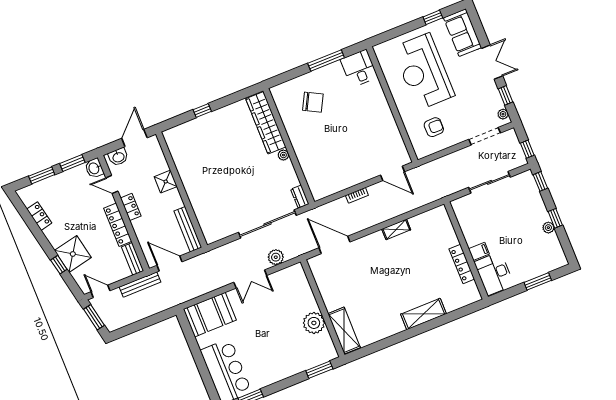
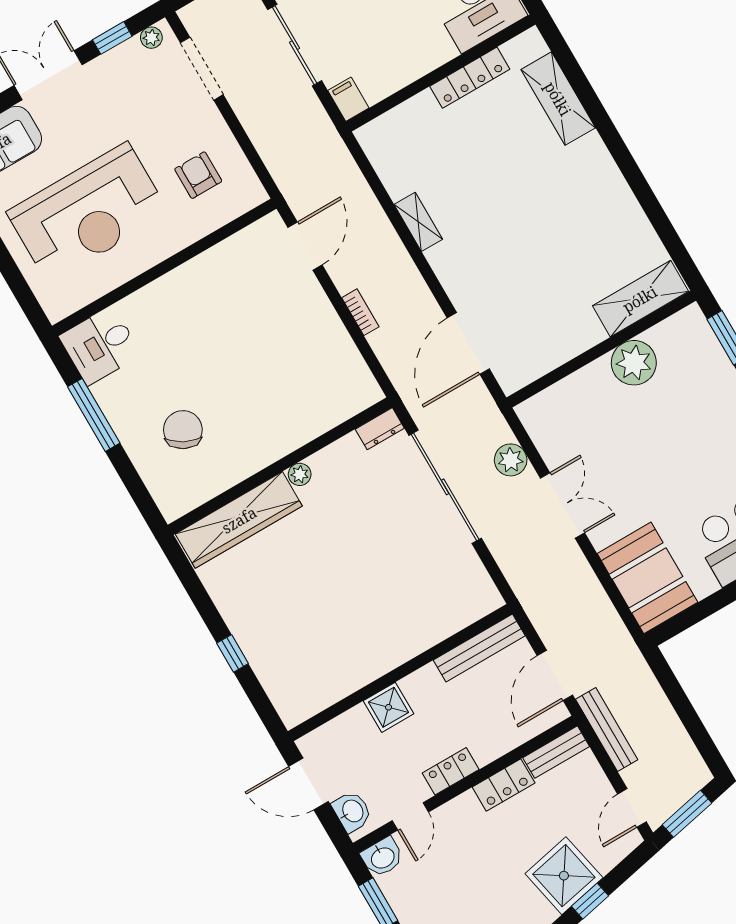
locker: (118, 225) -> (504, 785), width x0.66
filing cabinet: (479, 251) -> (348, 99), moved
shelving: (424, 314) -> (558, 99), moved

